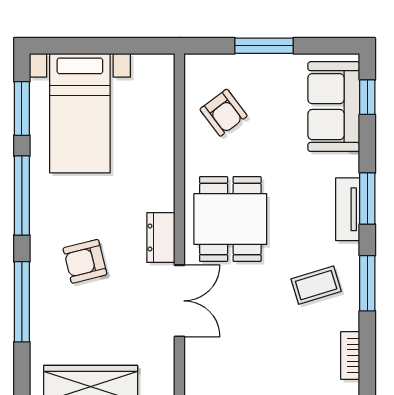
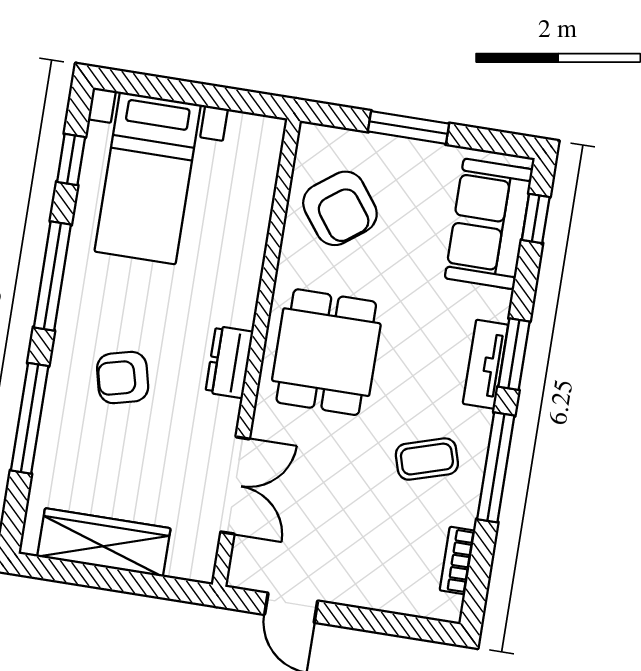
window: (22, 108) -> (71, 159), width x0.67
armchair: (224, 113) -> (340, 208), width x1.38, depth x1.38
window: (367, 283) -> (496, 467), width x1.44
double door: (179, 301) -> (235, 485), moved

